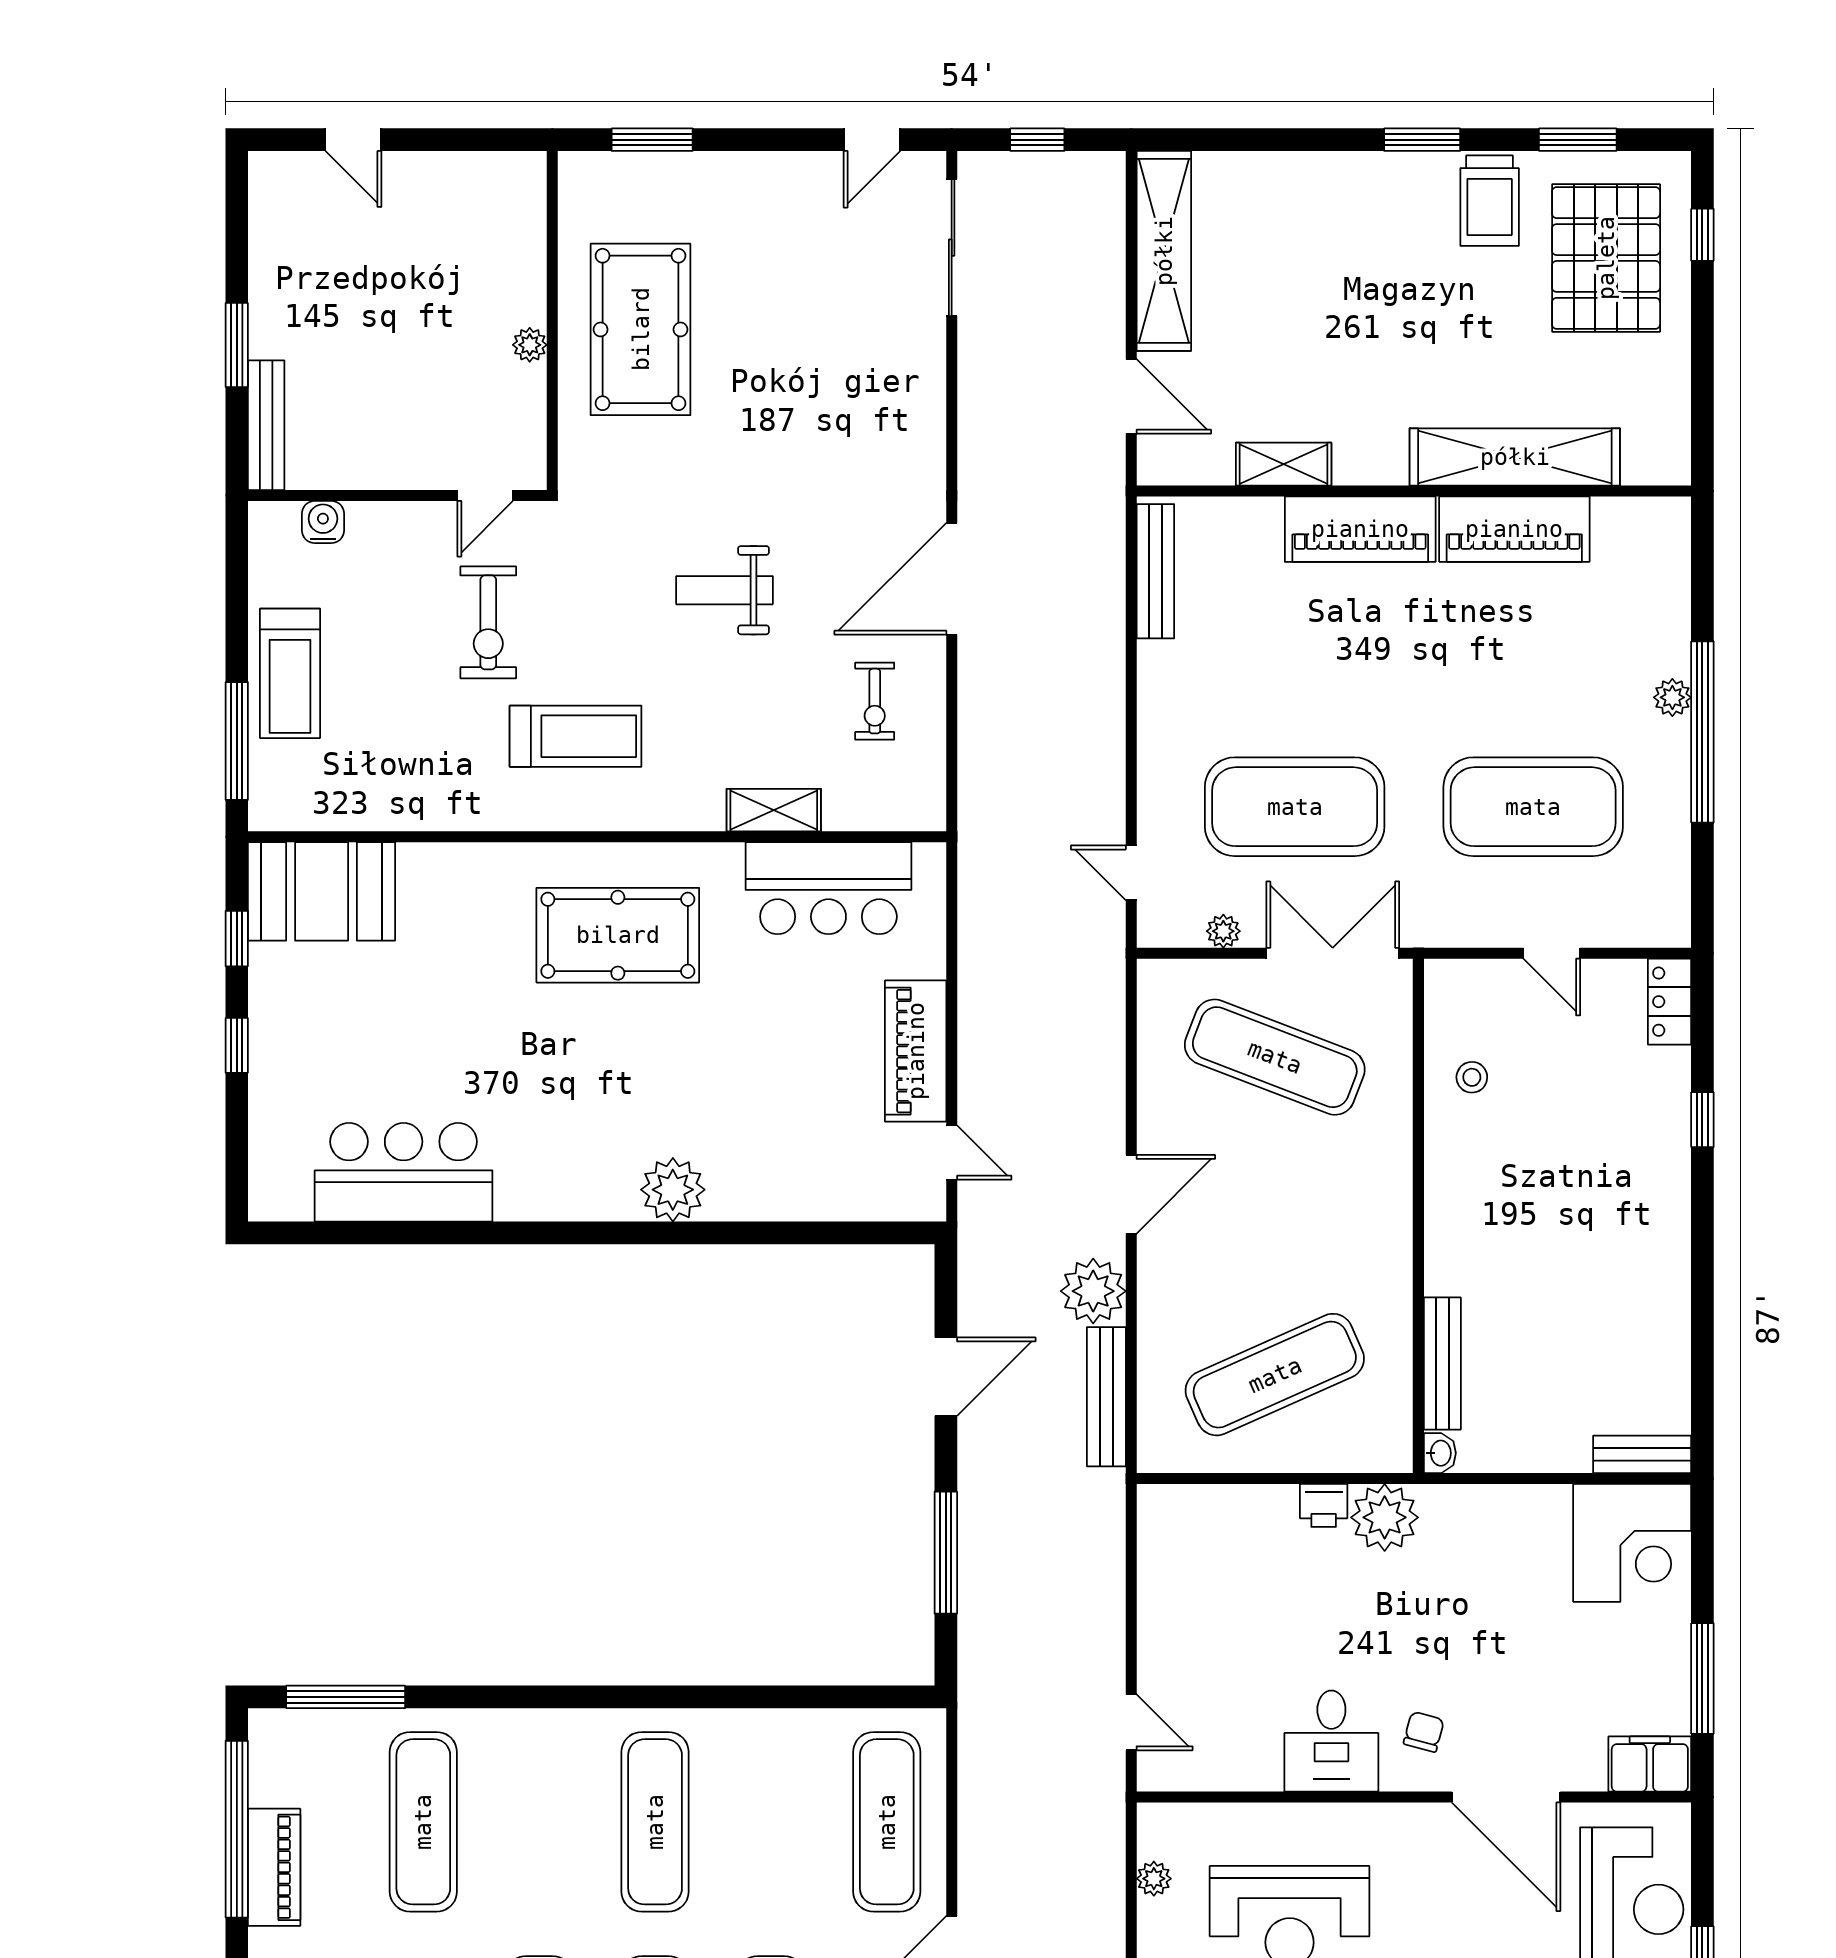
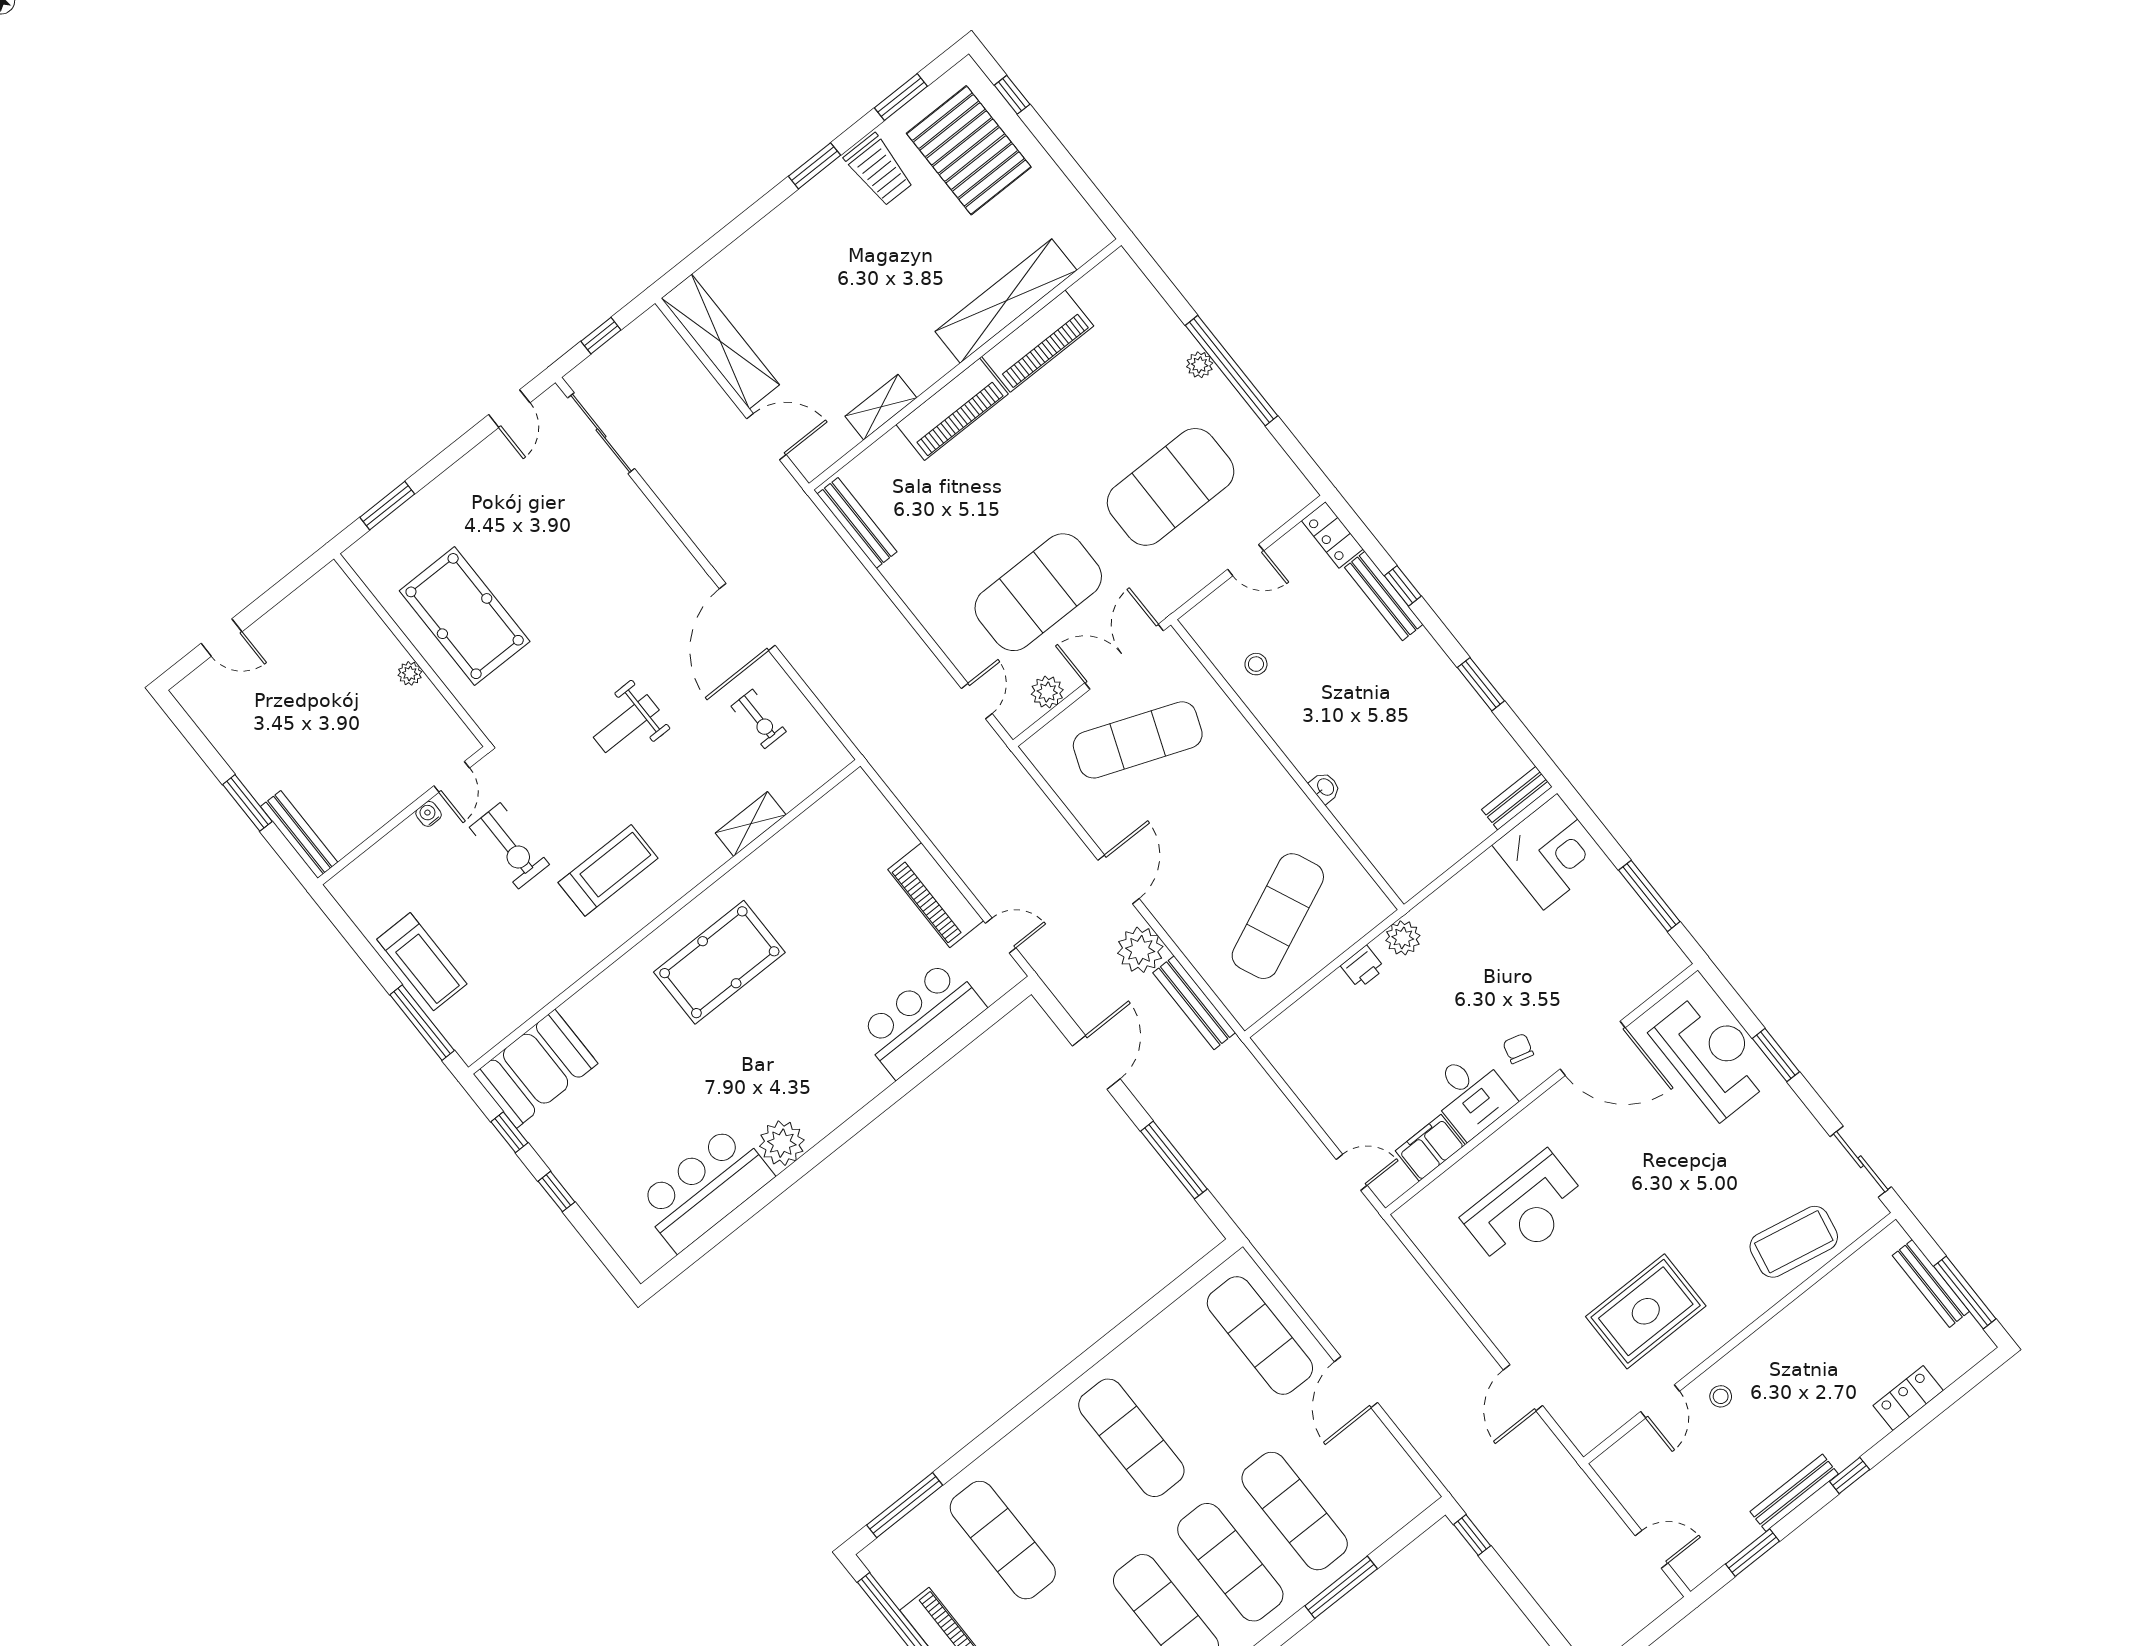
water cooler: (323, 522) -> (429, 814), moved, width x0.72, depth x0.72
door: (1131, 873) -> (977, 701), swing flipped
bar counter: (828, 888) -> (922, 1019), moved, turned 180
plant: (1223, 931) -> (1047, 692), width x1.38, depth x1.38
plant: (673, 1190) -> (782, 1143), moved
window: (1702, 1297) -> (1481, 684), added
bench: (1442, 1364) -> (1384, 596), moved
washbasin: (1440, 1453) -> (1325, 787), moved
plant: (1385, 1517) -> (1403, 938), width x0.73, depth x0.73
filing cabinet: (1650, 1764) -> (1430, 1148), moved
plant: (1154, 1879) -> (1433, 1249), removed

